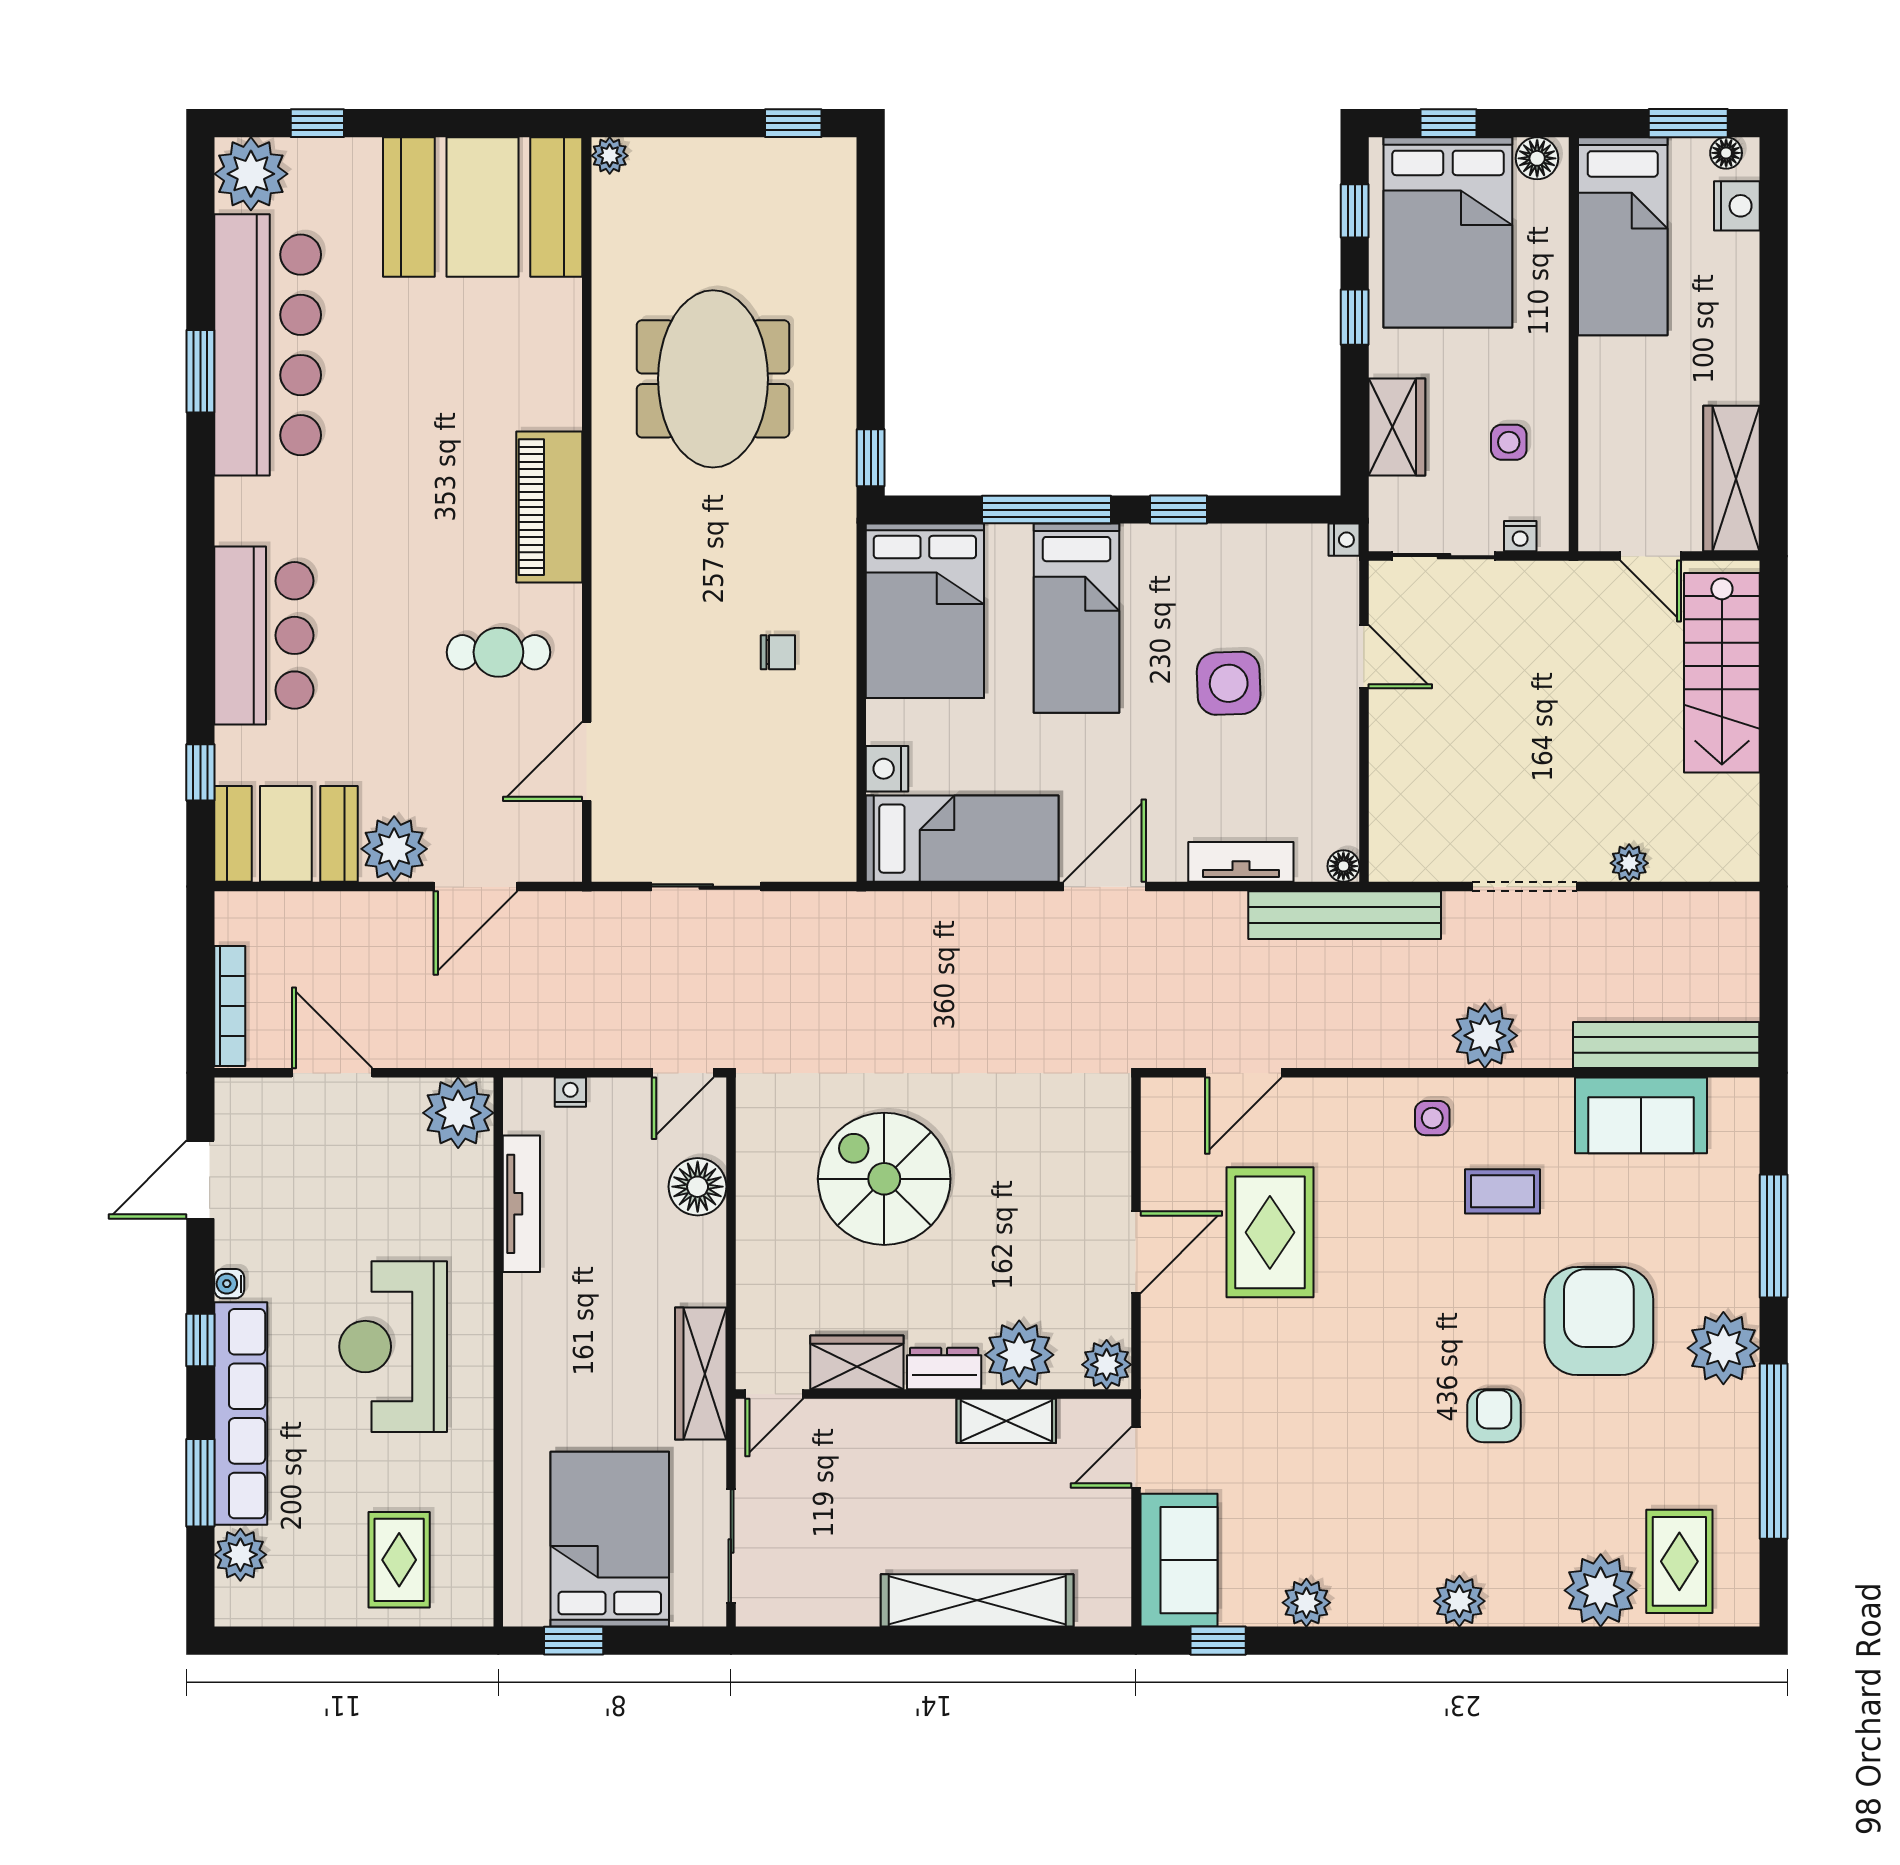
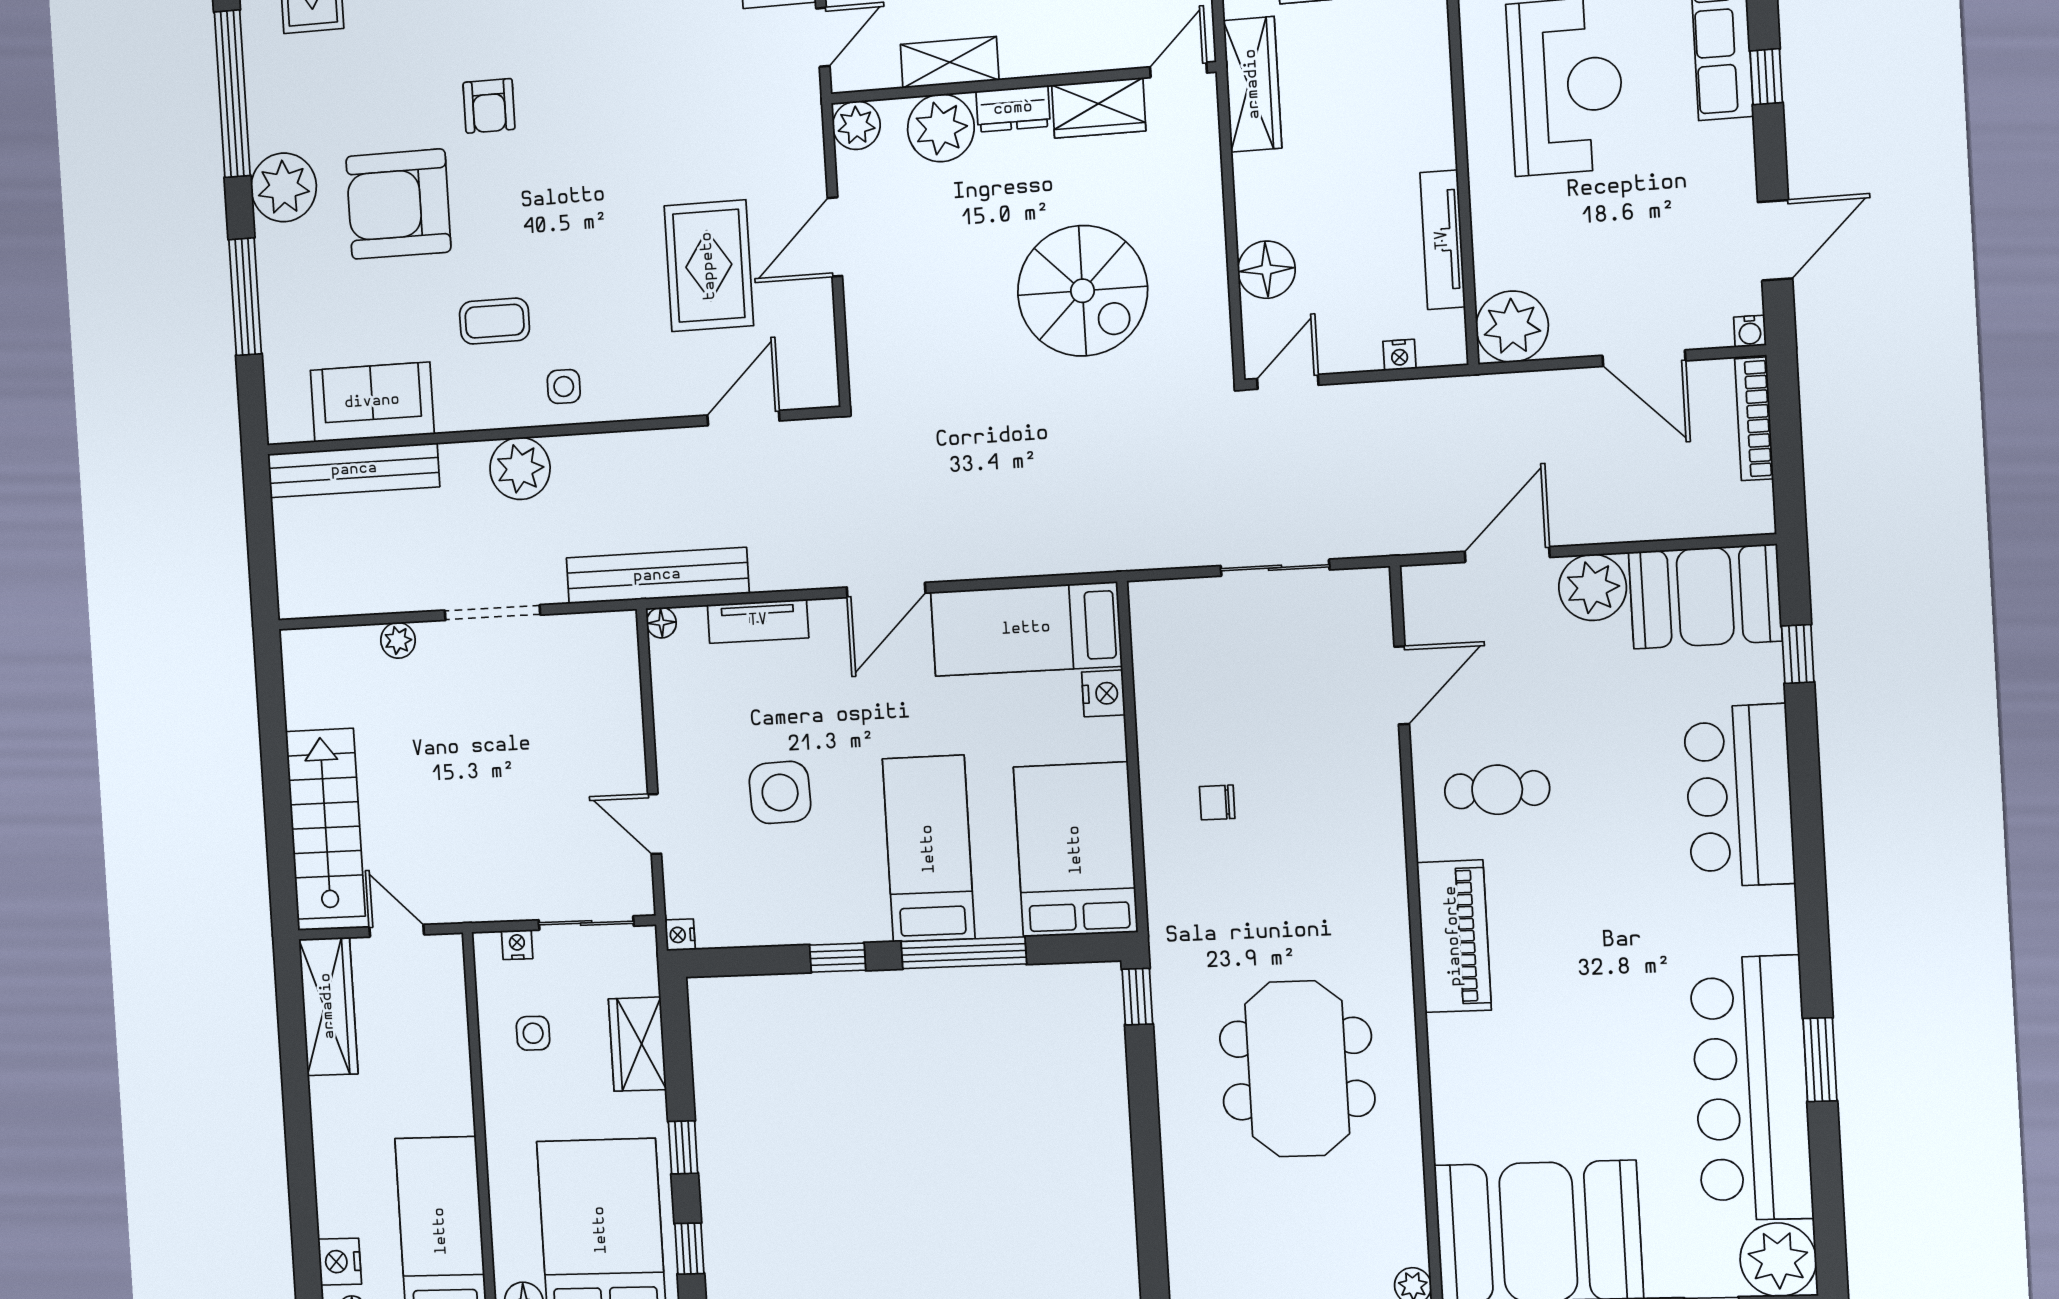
water cooler: (229, 1284) -> (1750, 331), moved, turned 90
armchair: (1599, 1321) -> (398, 204), turned 90

